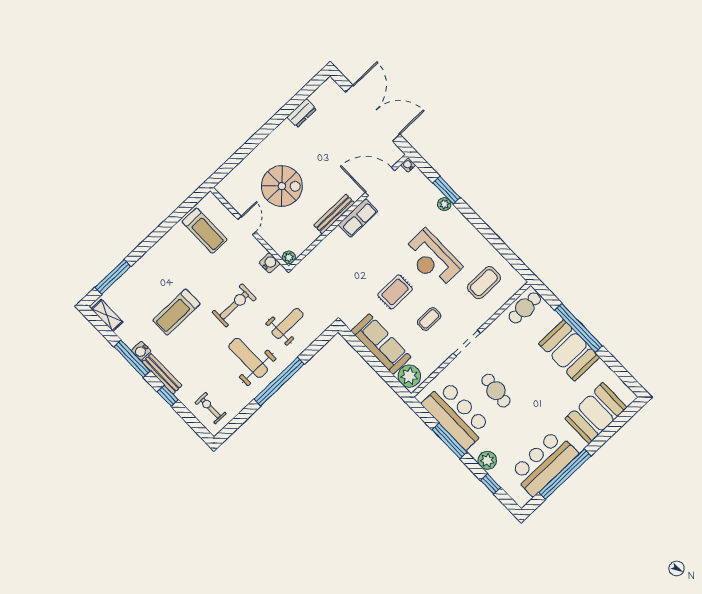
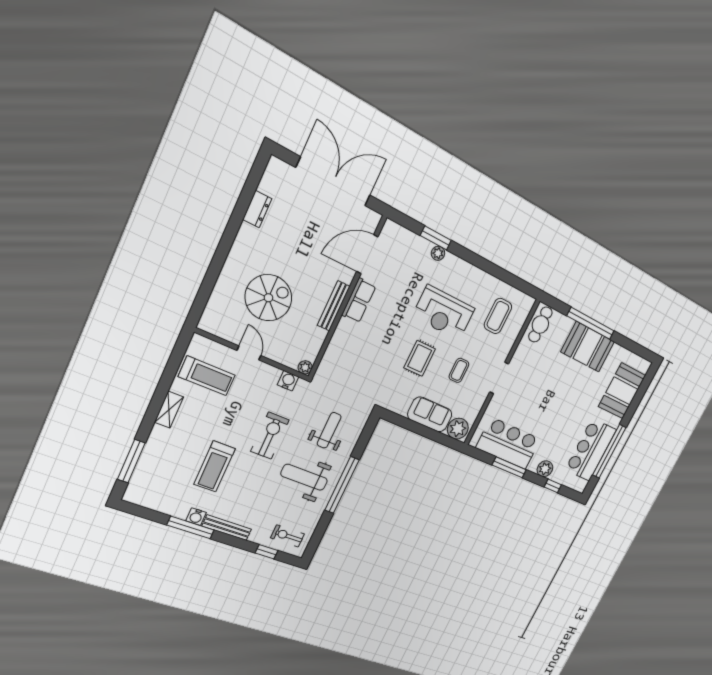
water cooler: (408, 165) -> (389, 226), removed
shelving: (107, 315) -> (169, 410), moved, turned 90
sofa: (381, 344) -> (430, 414), width x0.73
cafe table: (496, 391) -> (536, 408), removed
window: (168, 396) -> (267, 552), moved

